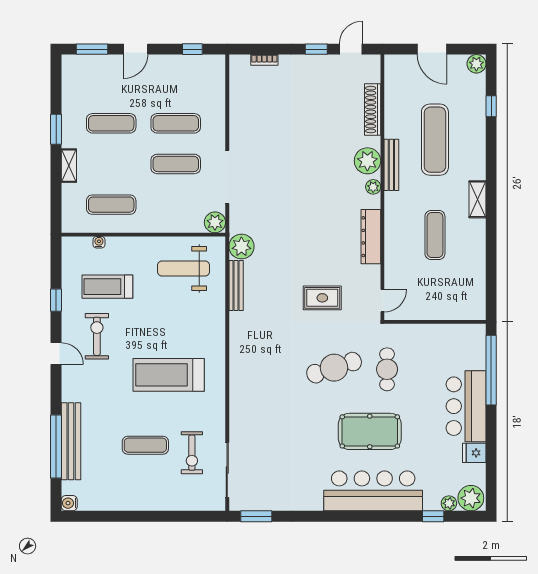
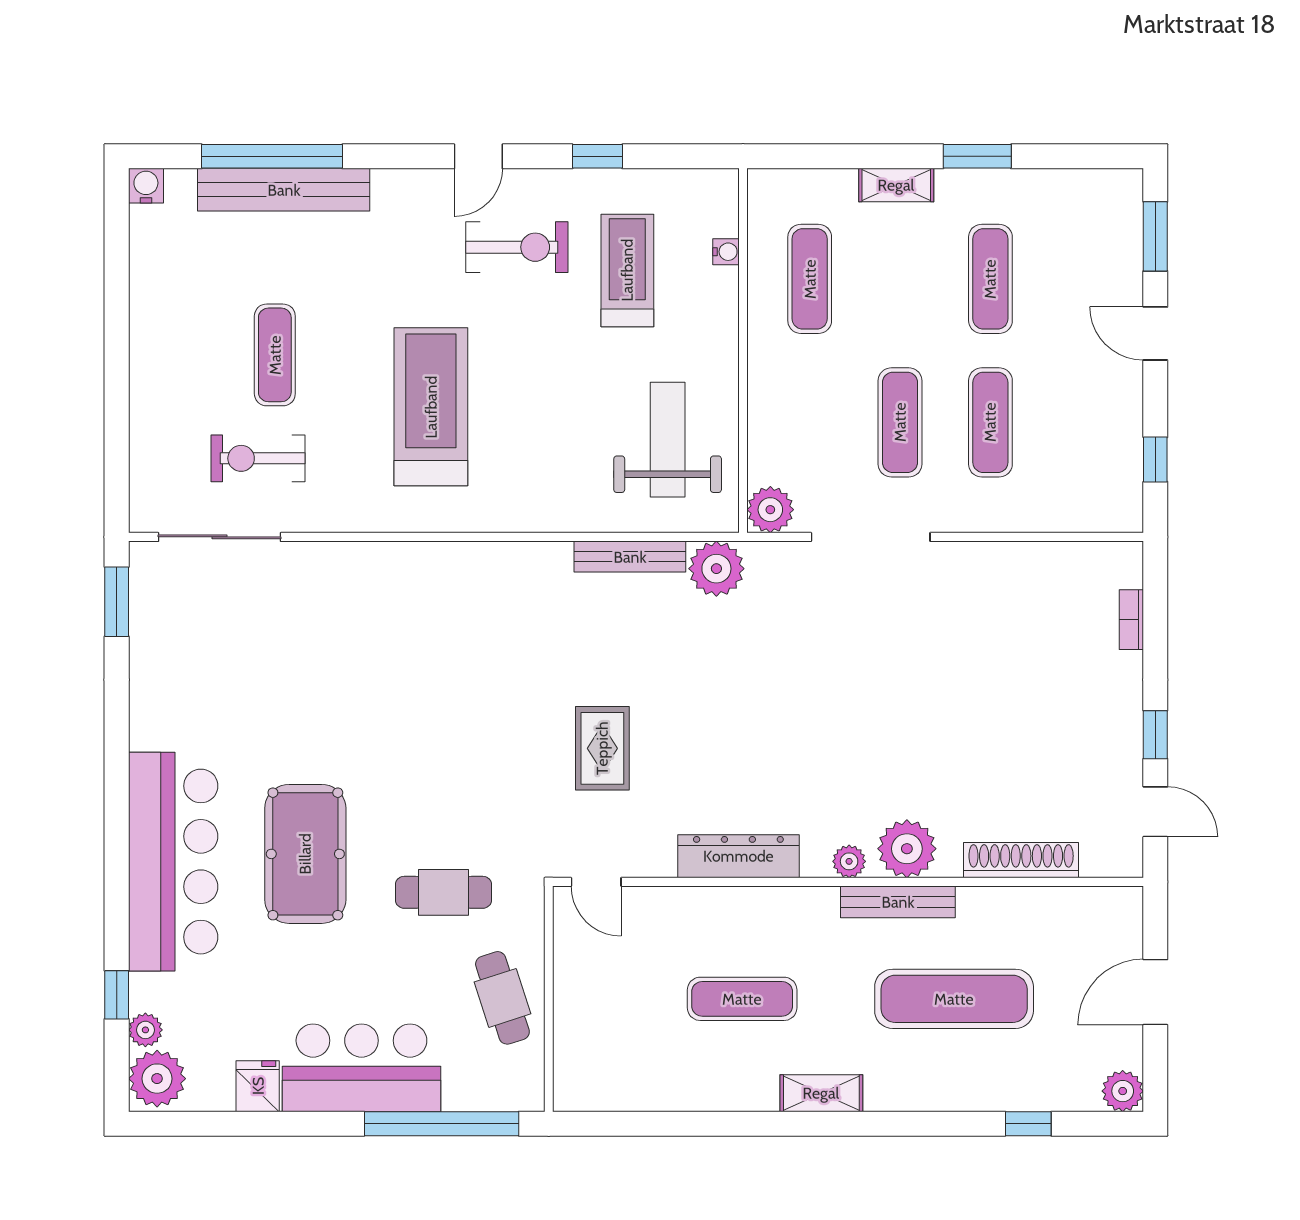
cafe table: (334, 368) -> (502, 998), moved, width x0.73, depth x0.74

